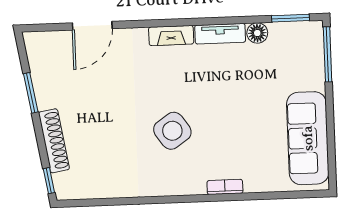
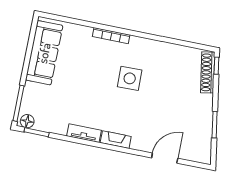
floor lamp: (257, 33) -> (27, 121), moved
side table: (172, 131) -> (130, 78), turned 34
shoe rack: (54, 141) -> (208, 72), moved
bookcase: (225, 187) -> (111, 36), width x1.56

